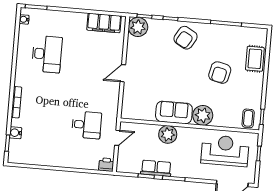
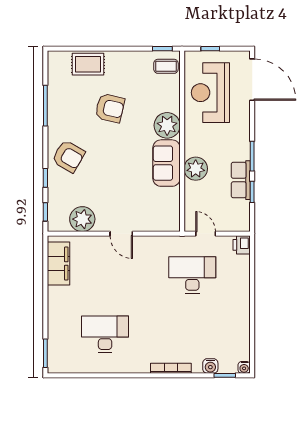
water cooler: (24, 19) -> (244, 367), moved
plant: (138, 27) -> (82, 219), moved
desk: (87, 125) -> (192, 275), width x1.37

